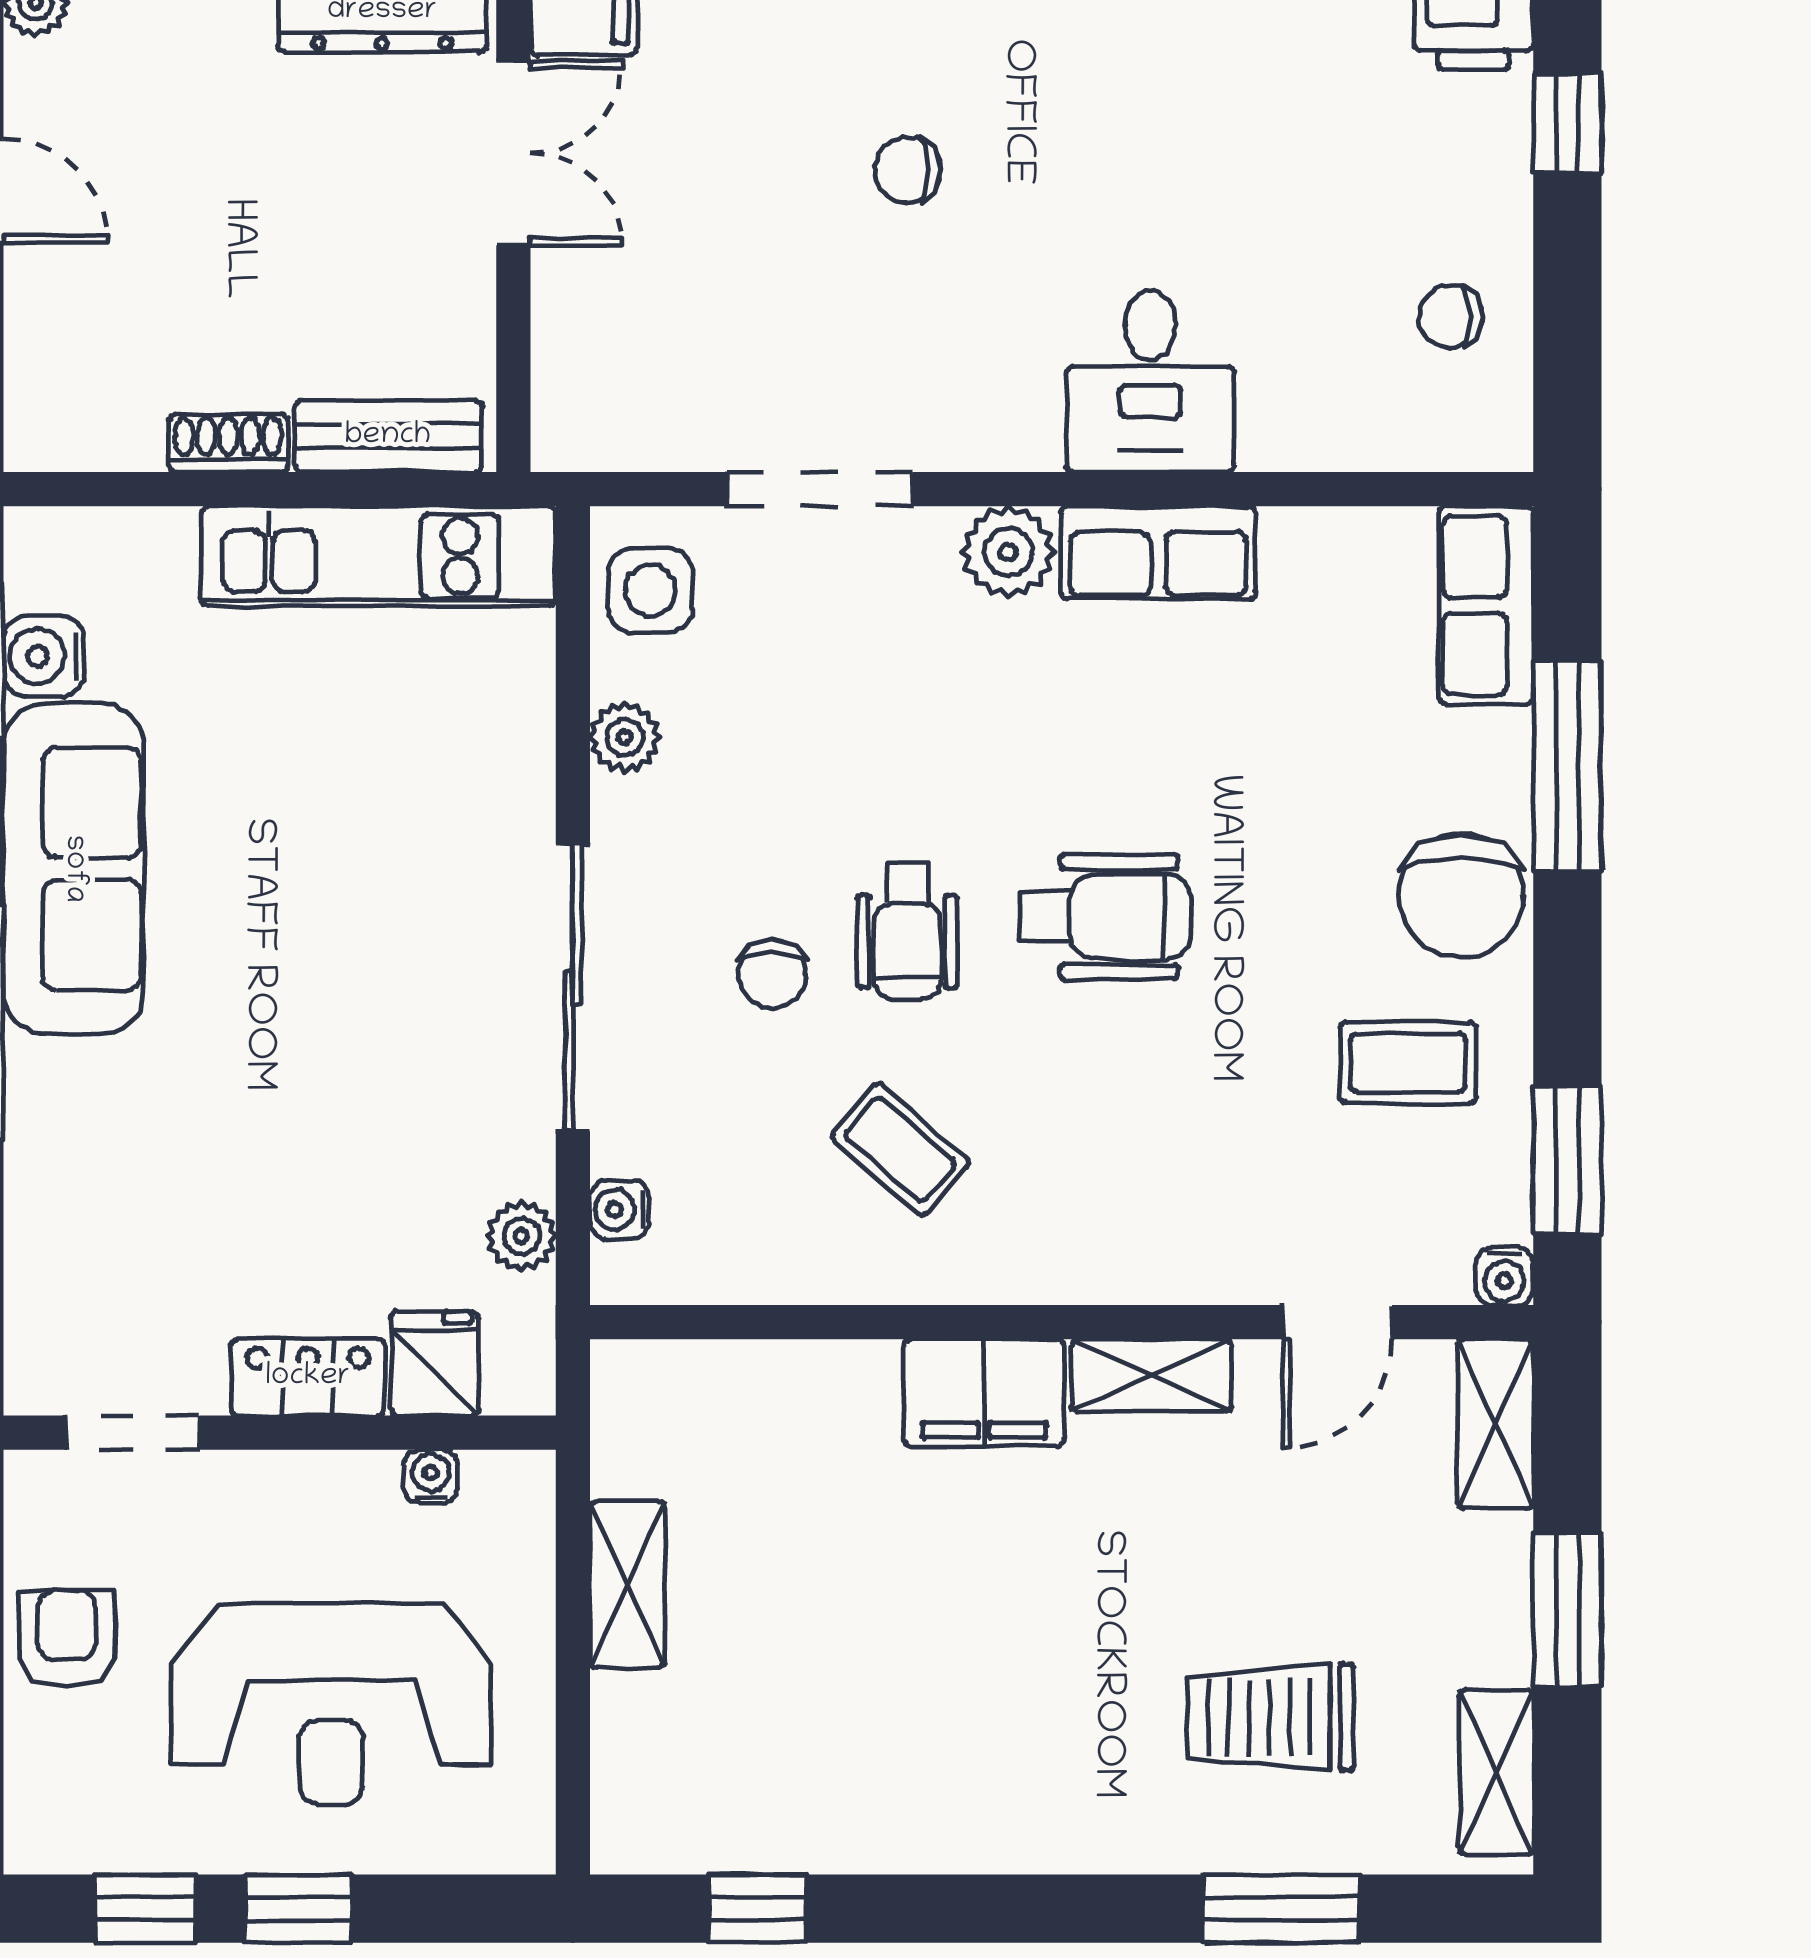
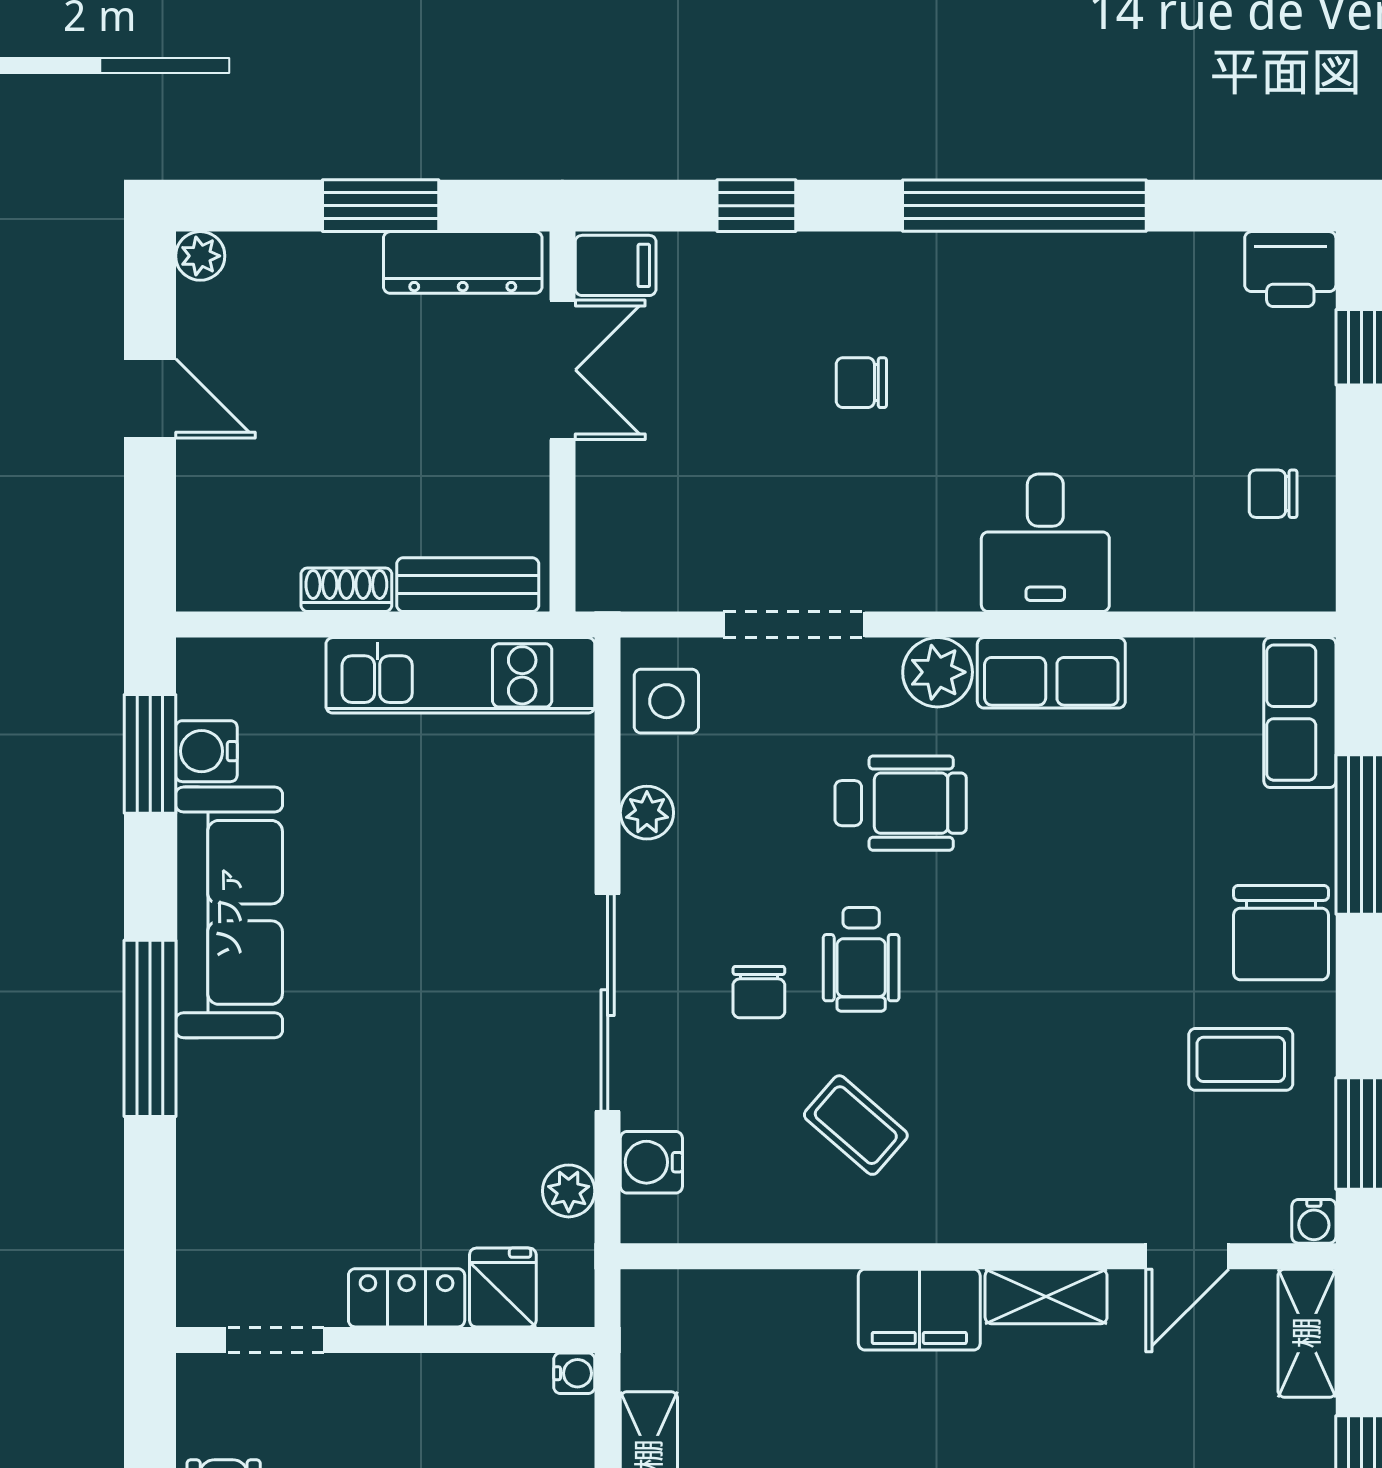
wheelchair: (1105, 917) -> (901, 803), moved
water cooler: (619, 1210) -> (651, 1162), width x1.38, depth x1.38
water cooler: (431, 1477) -> (574, 1373), moved, turned 90

